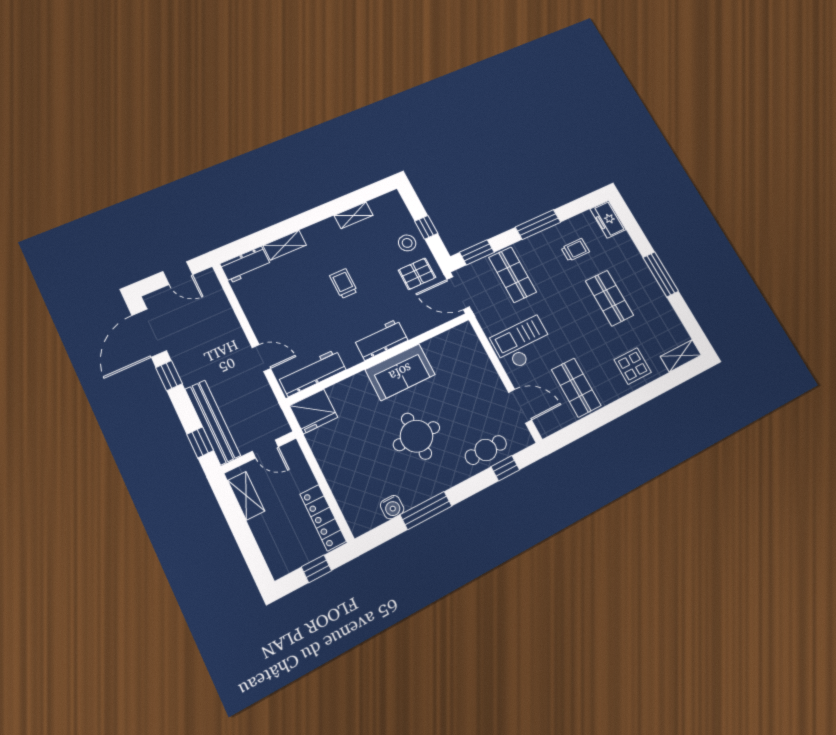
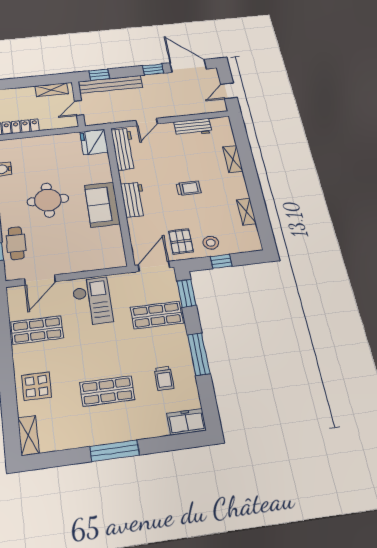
workbench: (246, 265) -> (193, 127), moved, turned -90

